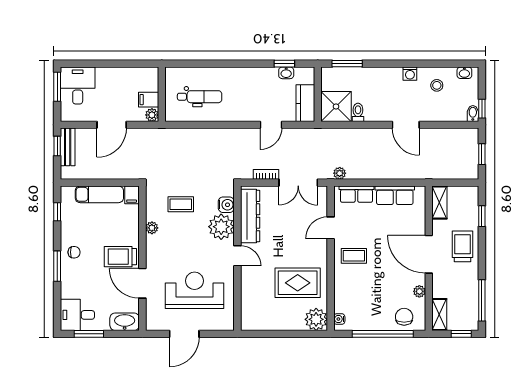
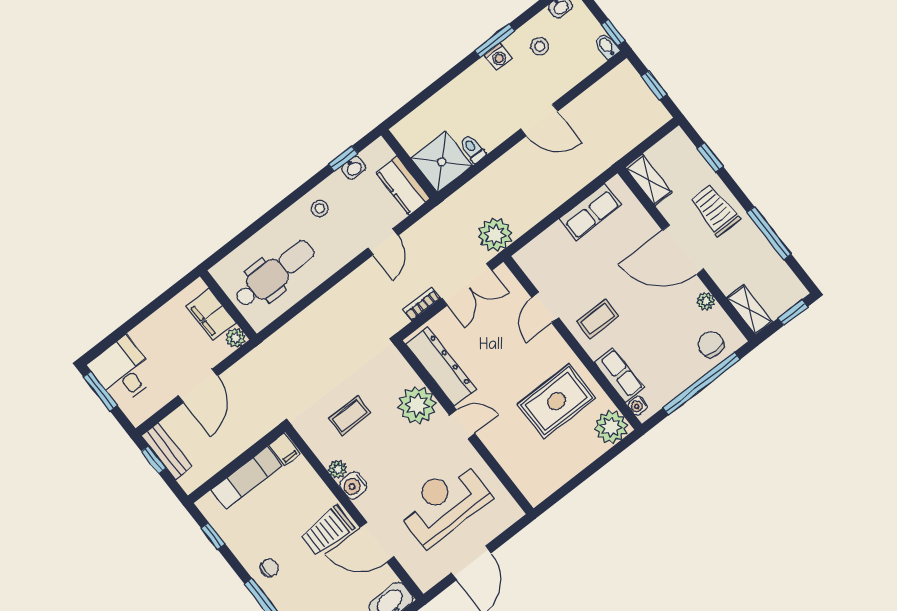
window: (347, 64) -> (495, 41), moved
stool: (251, 81) -> (320, 208), added
dental chair: (200, 97) -> (275, 274), width x1.36, depth x1.38
filing cabinet: (149, 100) -> (211, 315), width x2.00
plant: (340, 173) -> (495, 235), width x1.88, depth x1.88
row of seats: (356, 194) -> (619, 375), moved, turned -90
water cooler: (226, 205) -> (353, 485), moved, turned 180
window: (482, 300) -> (769, 233), moved

